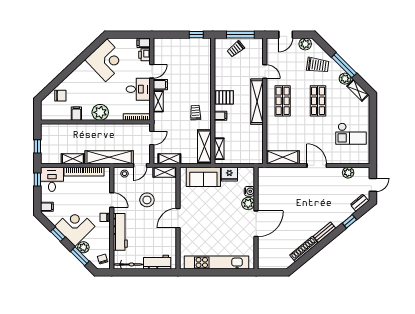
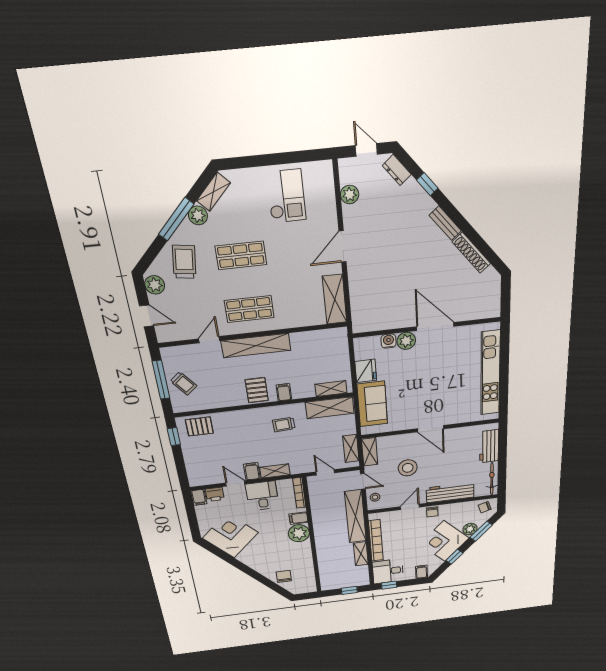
pallet: (202, 54) -> (199, 426), added
filing cabinet: (76, 114) -> (298, 518), moved

